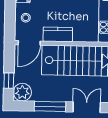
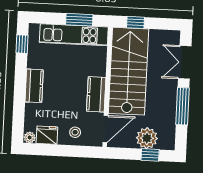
door: (29, 43) -> (105, 129), hinge flipped
plant: (22, 92) -> (147, 138), moved

